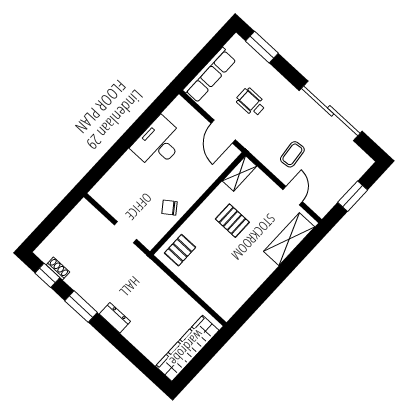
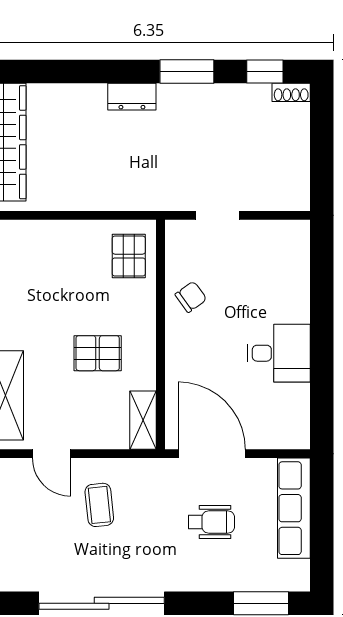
door: (223, 132) -> (212, 454), width x1.36
desk: (158, 143) -> (279, 353), width x0.73
shoe rack: (58, 268) -> (291, 92), moved

